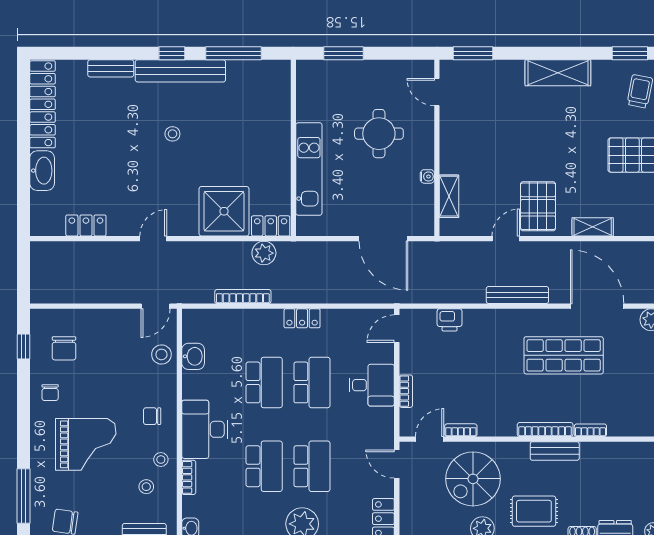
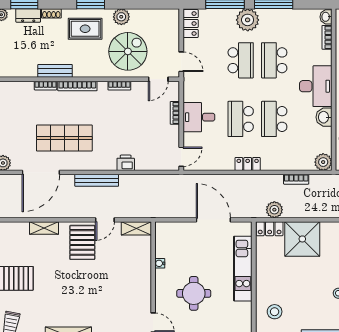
stool: (264, 107) -> (275, 312), added
shelving: (449, 196) -> (136, 228), moved, turned 90
door: (383, 239) -> (213, 220), moved
bookcase: (243, 296) -> (296, 179), width x0.64
door: (597, 306) -> (41, 172), hinge flipped
printer: (450, 320) -> (126, 163), moved
plant: (194, 321) -> (323, 162), added
washbasin: (193, 356) -> (324, 117), moved
bookcase: (461, 430) -> (119, 86), moved
bench: (555, 451) -> (55, 71), moved
school desk: (312, 466) -> (241, 60), turned 180
bookcase: (189, 477) -> (327, 37), moved

